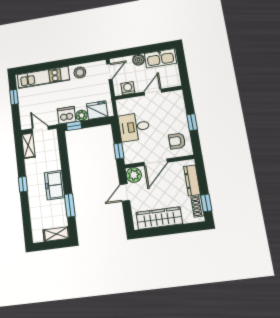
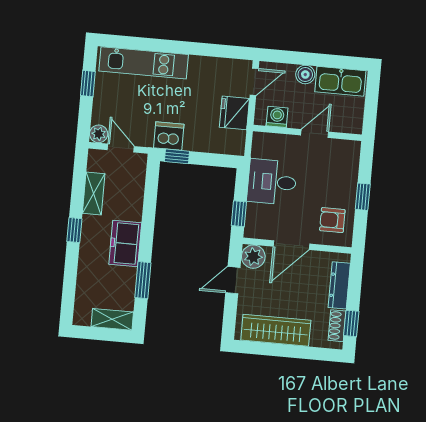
stool: (80, 72) -> (206, 71), removed
fridge: (97, 110) -> (234, 113), moved, turned -90
plant: (82, 115) -> (99, 134), moved
shelving: (28, 145) -> (94, 194), moved

